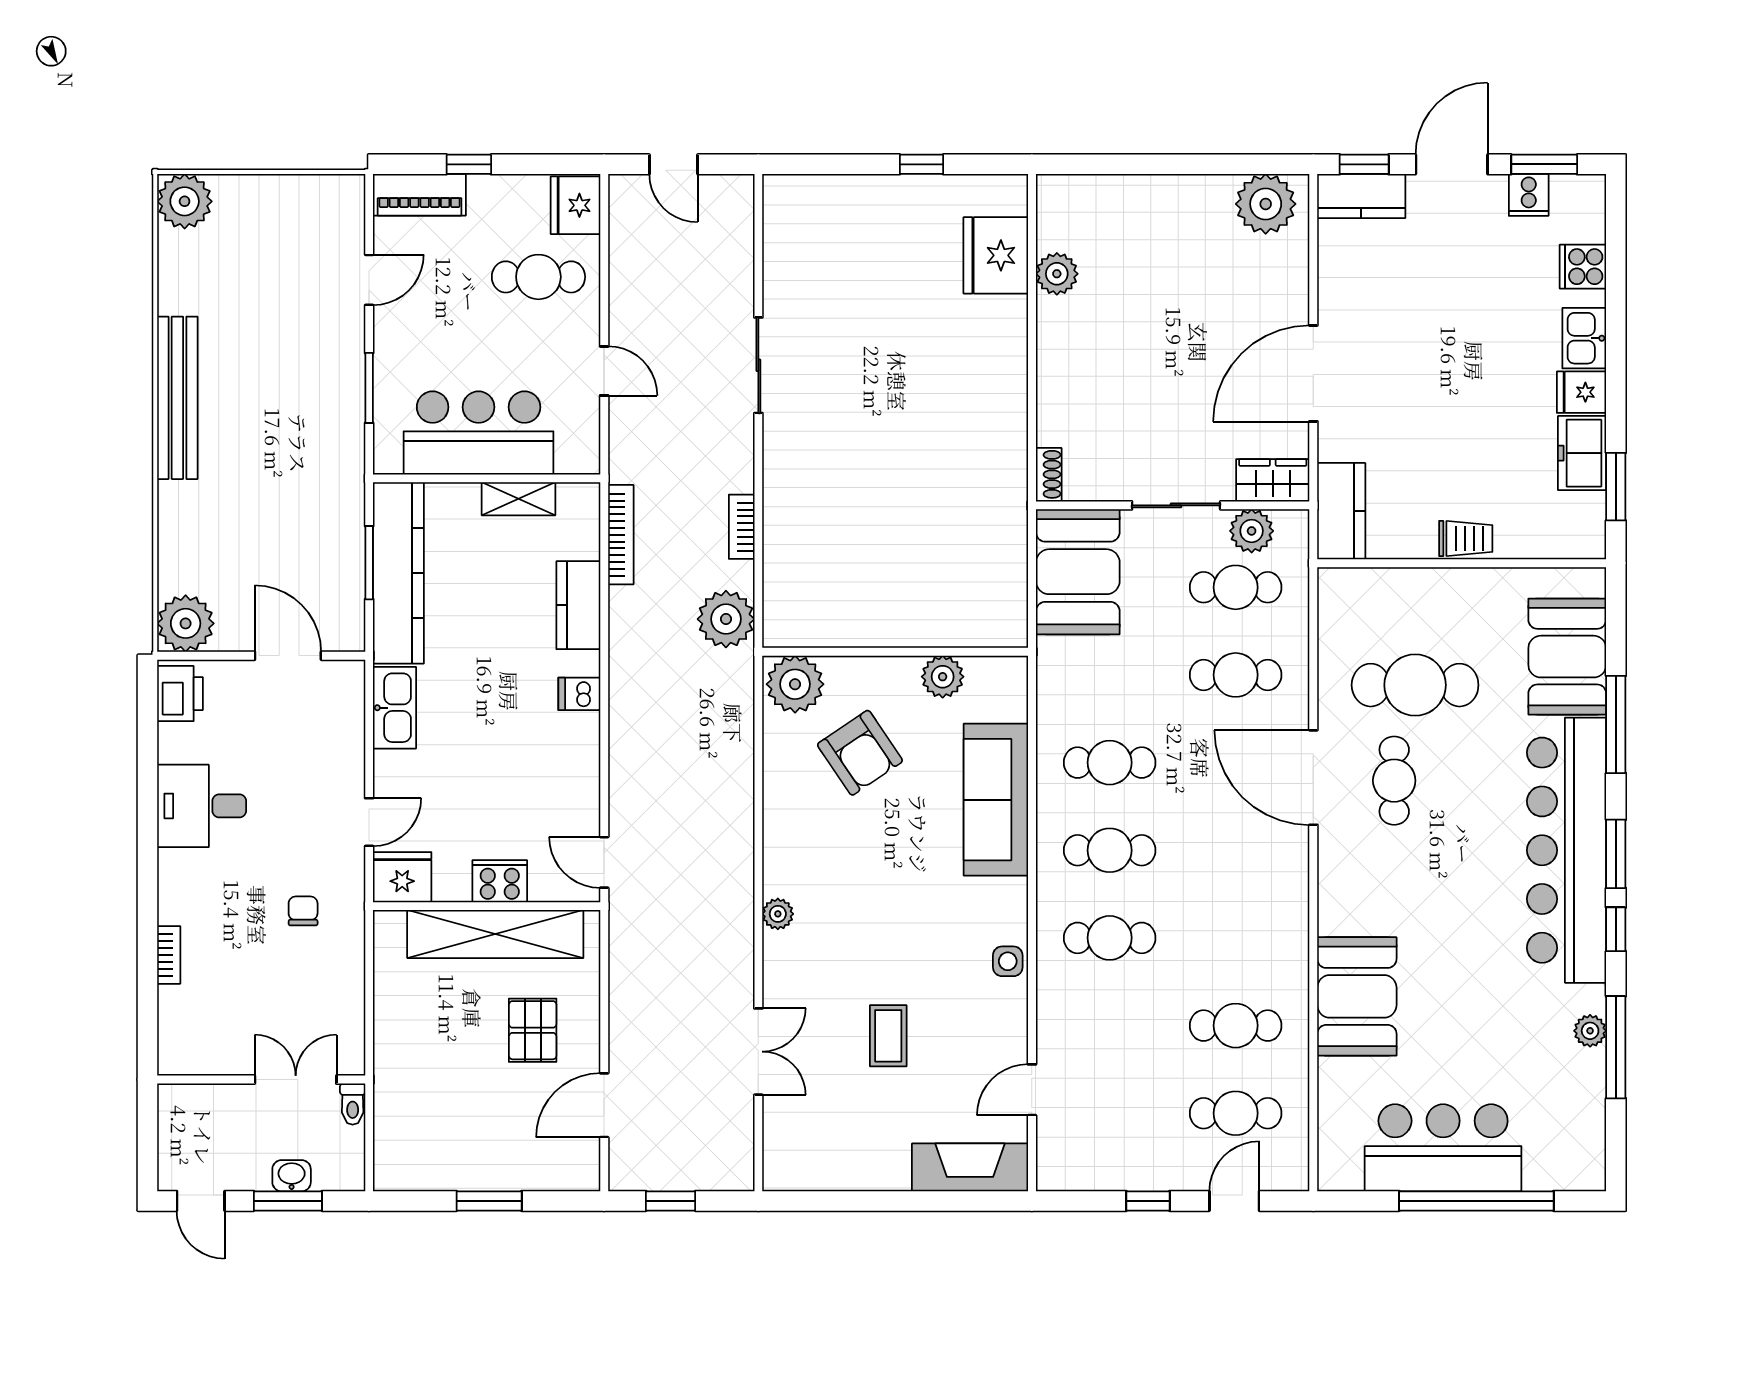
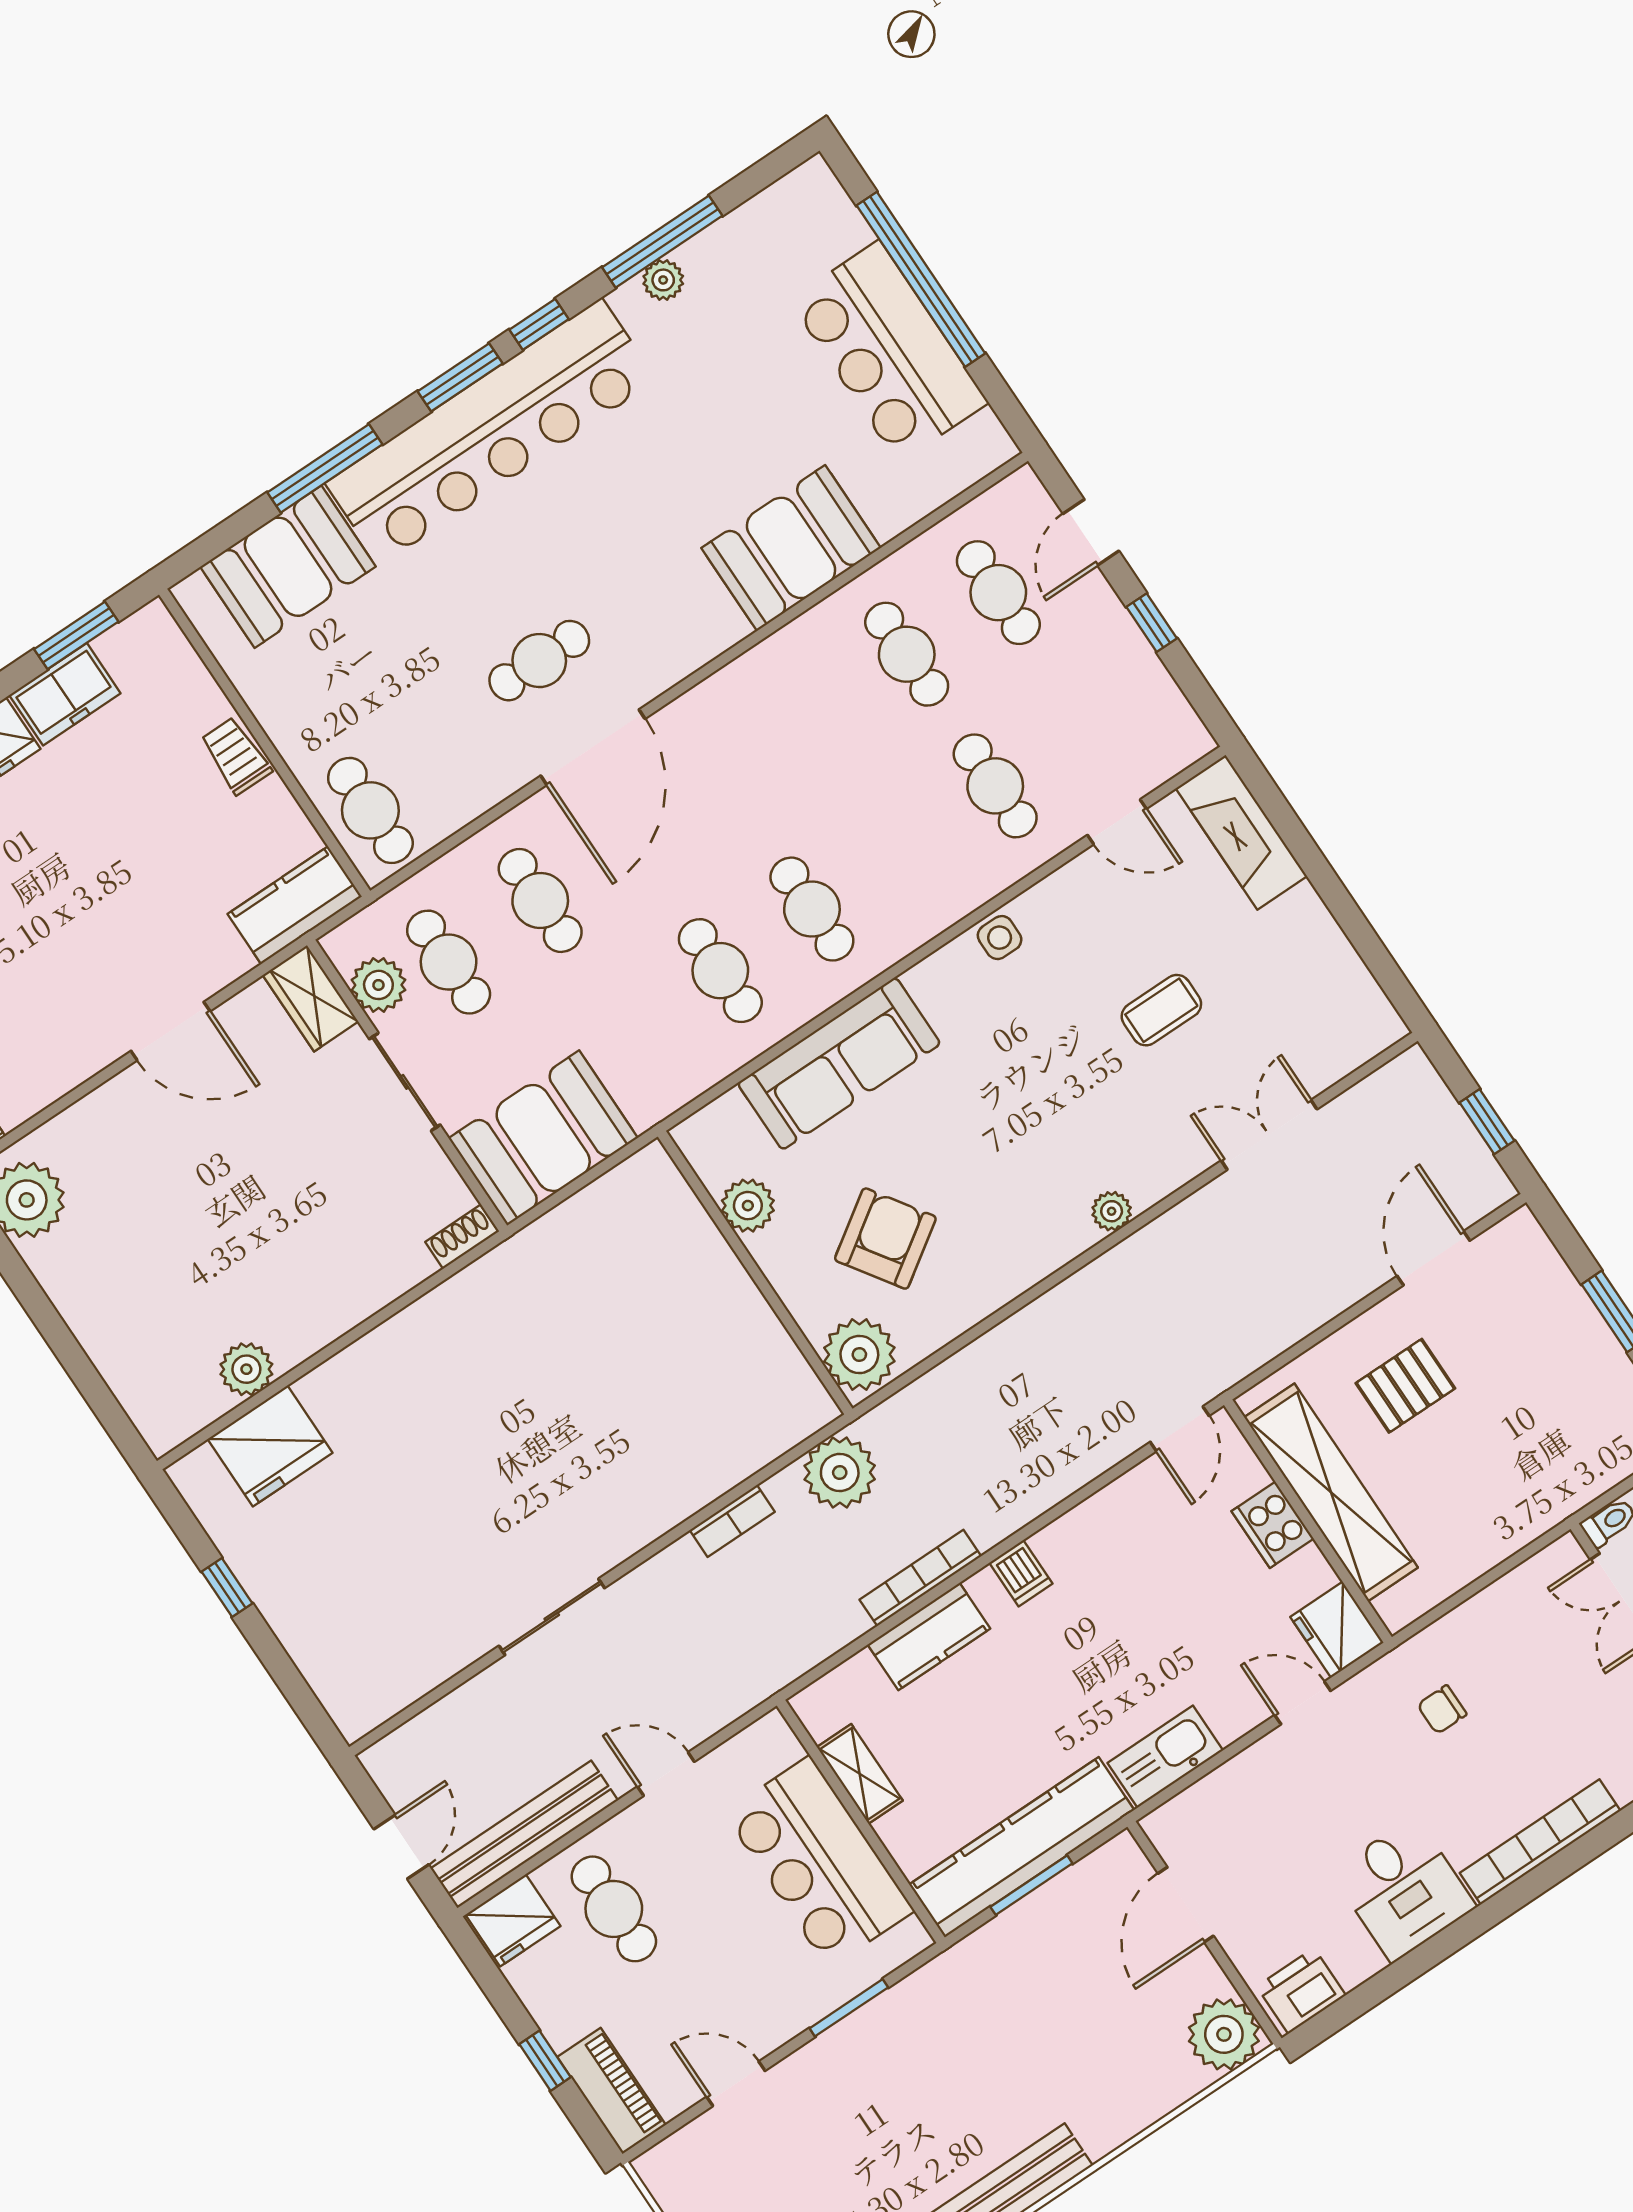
bench: (627, 251) -> (524, 1834), added
door: (604, 371) -> (666, 1774), hinge flipped
door: (1313, 373) -> (170, 1031), width x0.73
bookcase: (621, 535) -> (920, 1578), moved
cafe table: (1415, 685) -> (370, 810), moved, width x0.73, depth x0.74
cafe table: (1110, 938) -> (995, 786), moved
bookcase: (169, 955) -> (1540, 1842), width x2.31, depth x1.31
door: (604, 1105) -> (1434, 1258), swing flipped
door: (1234, 1201) -> (1091, 532), hinge flipped

